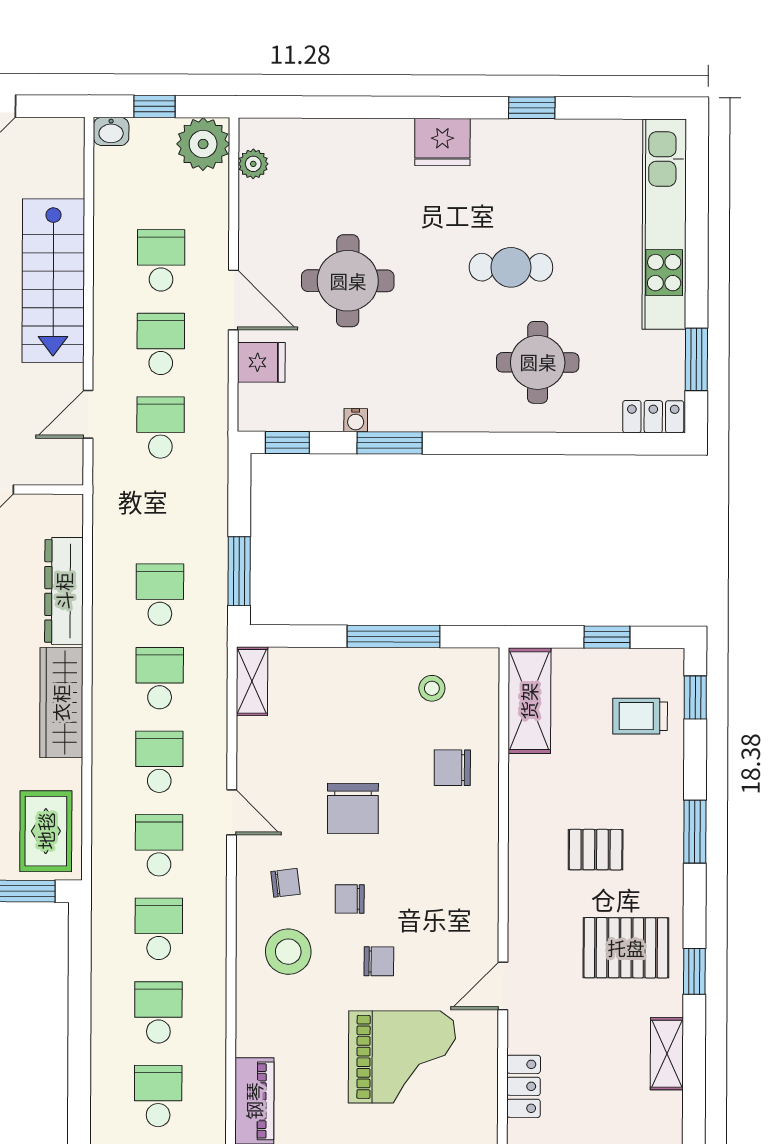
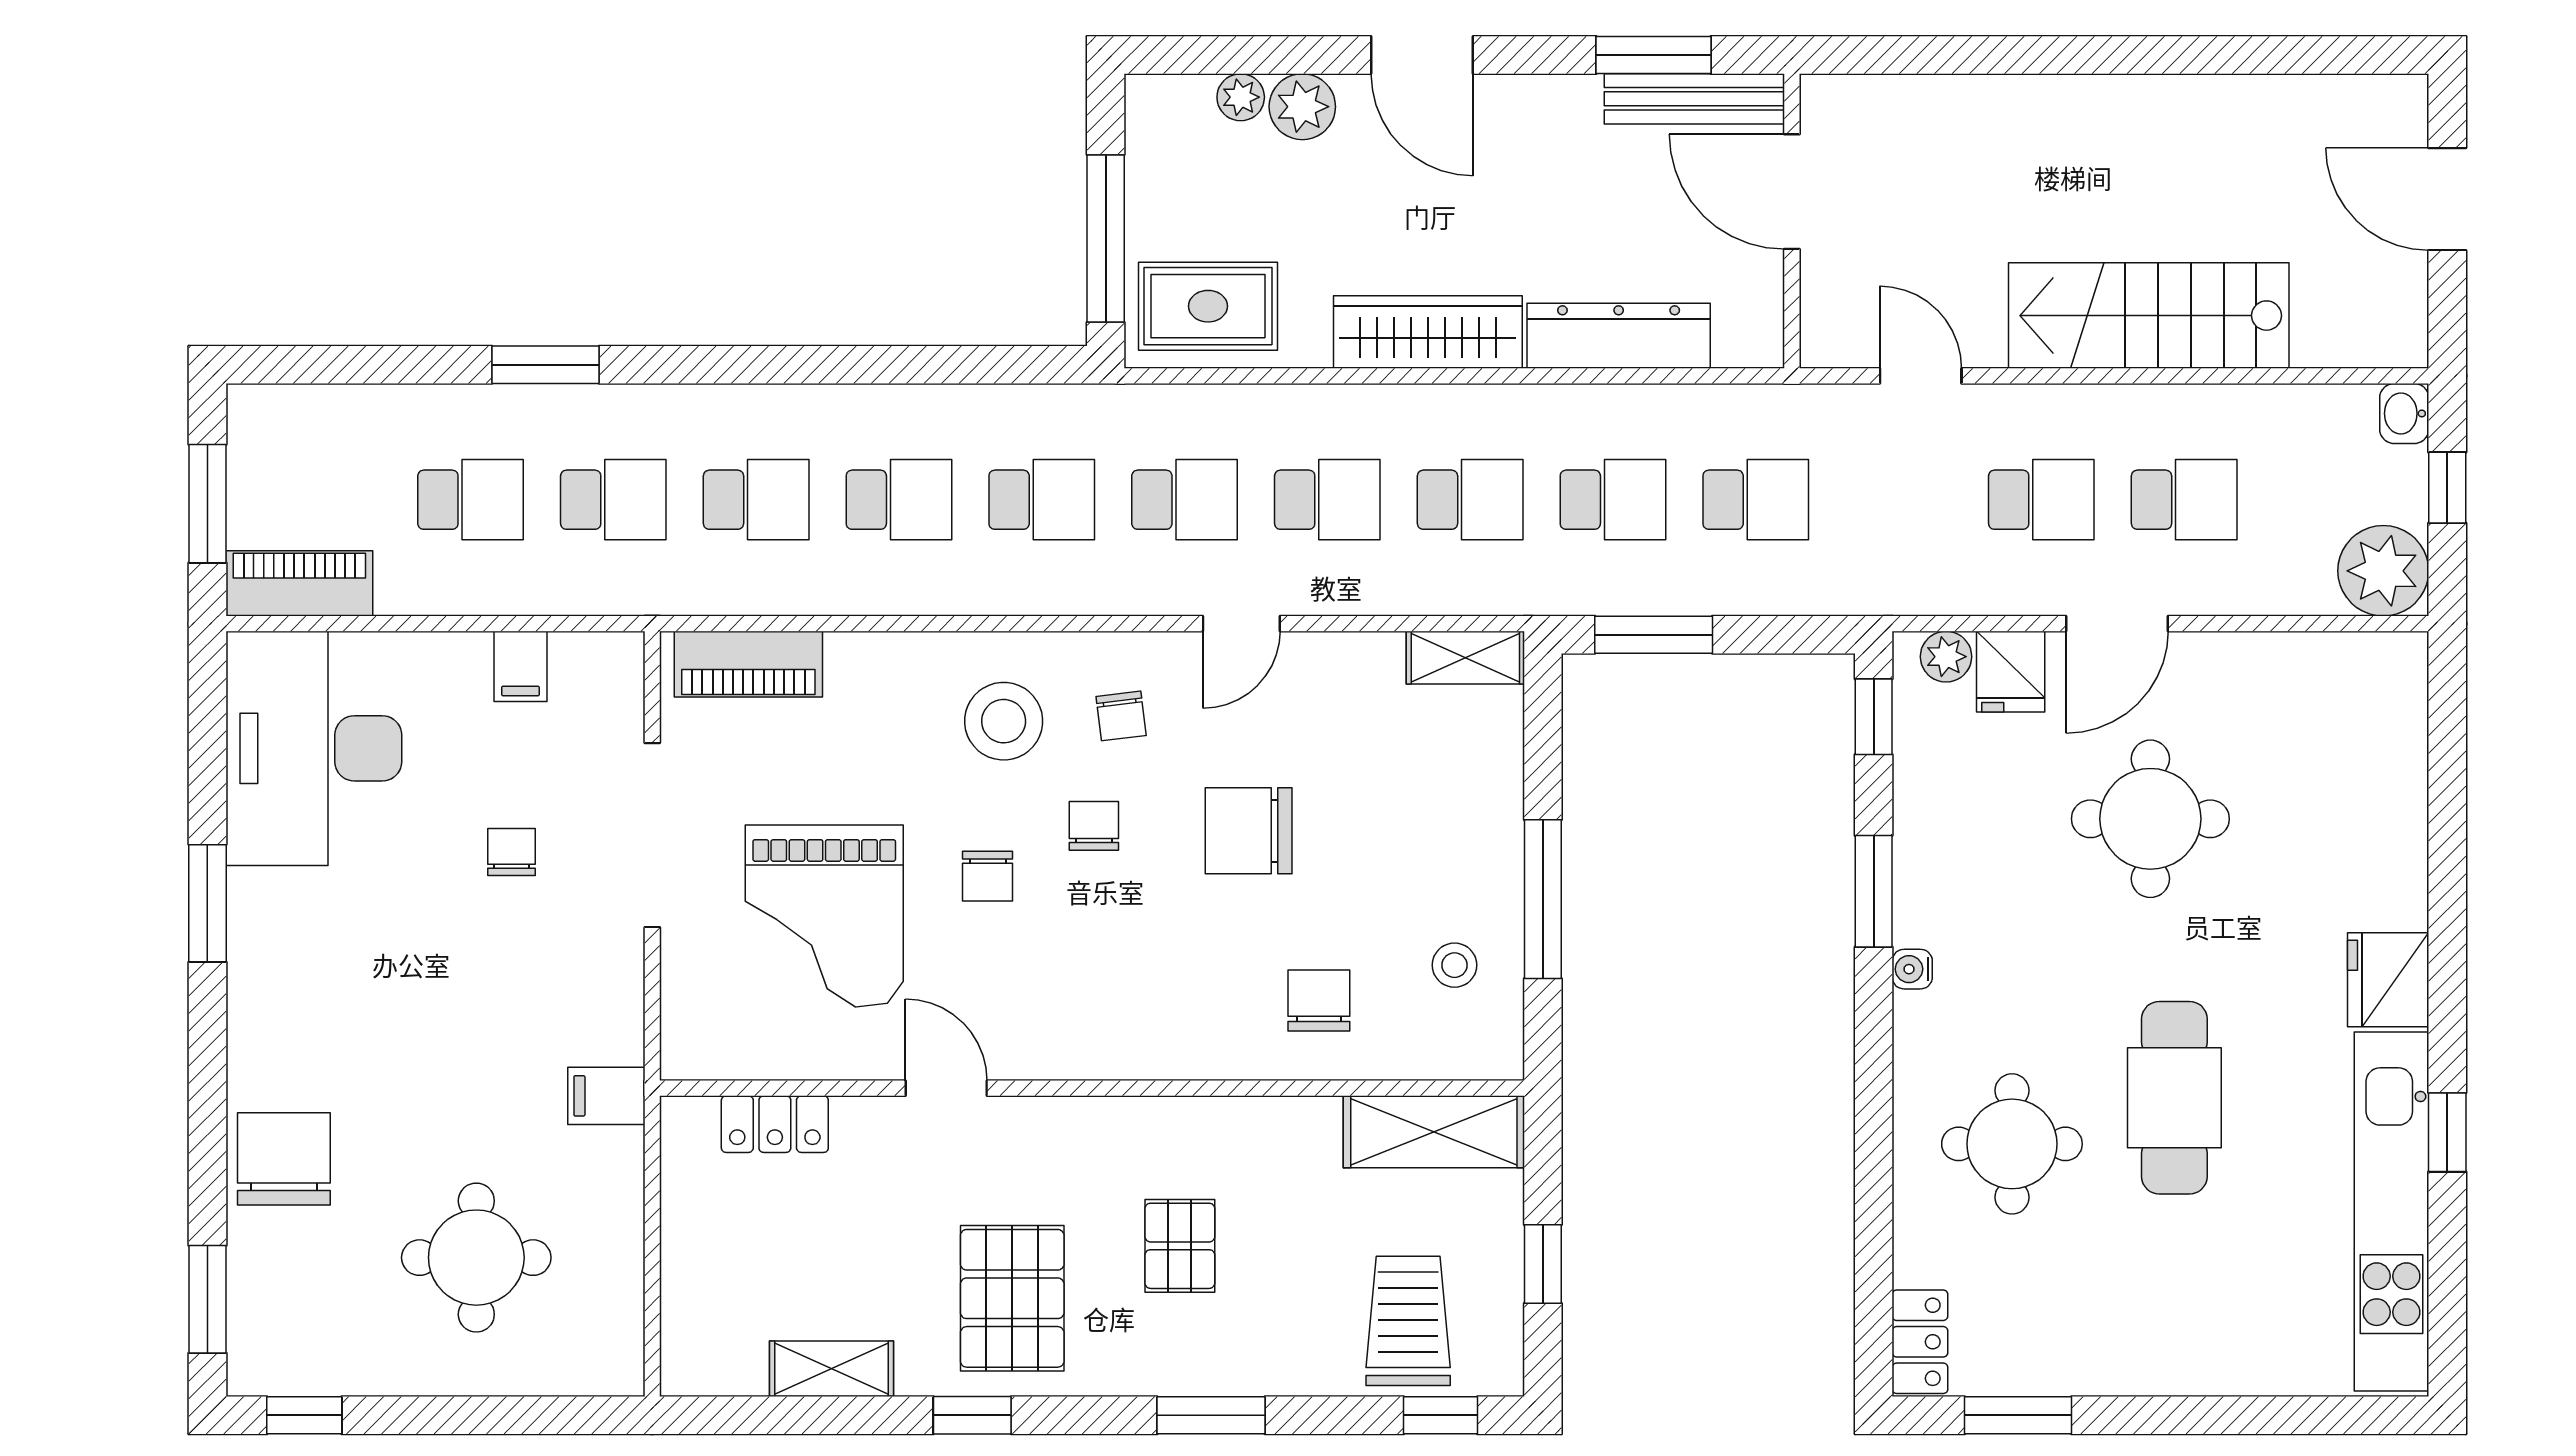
plant: (253, 164) -> (1946, 657), moved
kitchen unit: (664, 224) -> (2391, 1212), moved, turned -90
cafe table: (511, 267) -> (2174, 1098), width x1.37, depth x1.35
water cooler: (356, 420) -> (1912, 969), moved
school desk: (160, 427) -> (1756, 500), moved
trolley: (640, 716) -> (1408, 1321), width x1.36, depth x1.39

